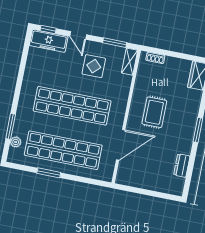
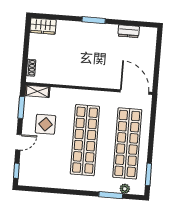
freezer: (49, 41) -> (27, 169), removed
rug: (154, 112) -> (82, 63), removed
door: (121, 145) -> (135, 92), moved
window: (49, 173) -> (148, 174), moved

